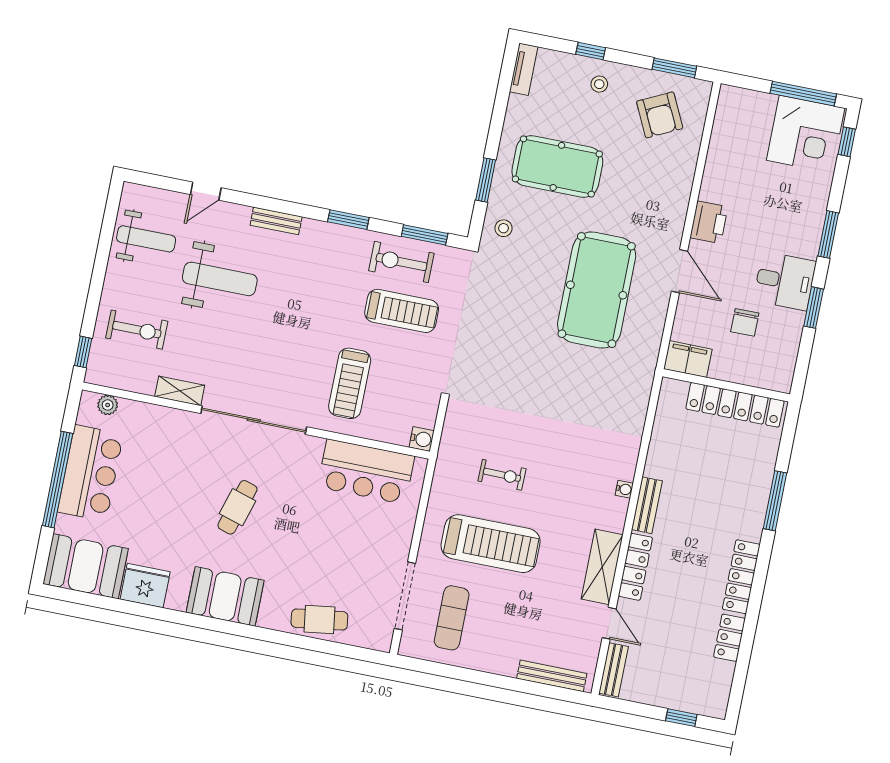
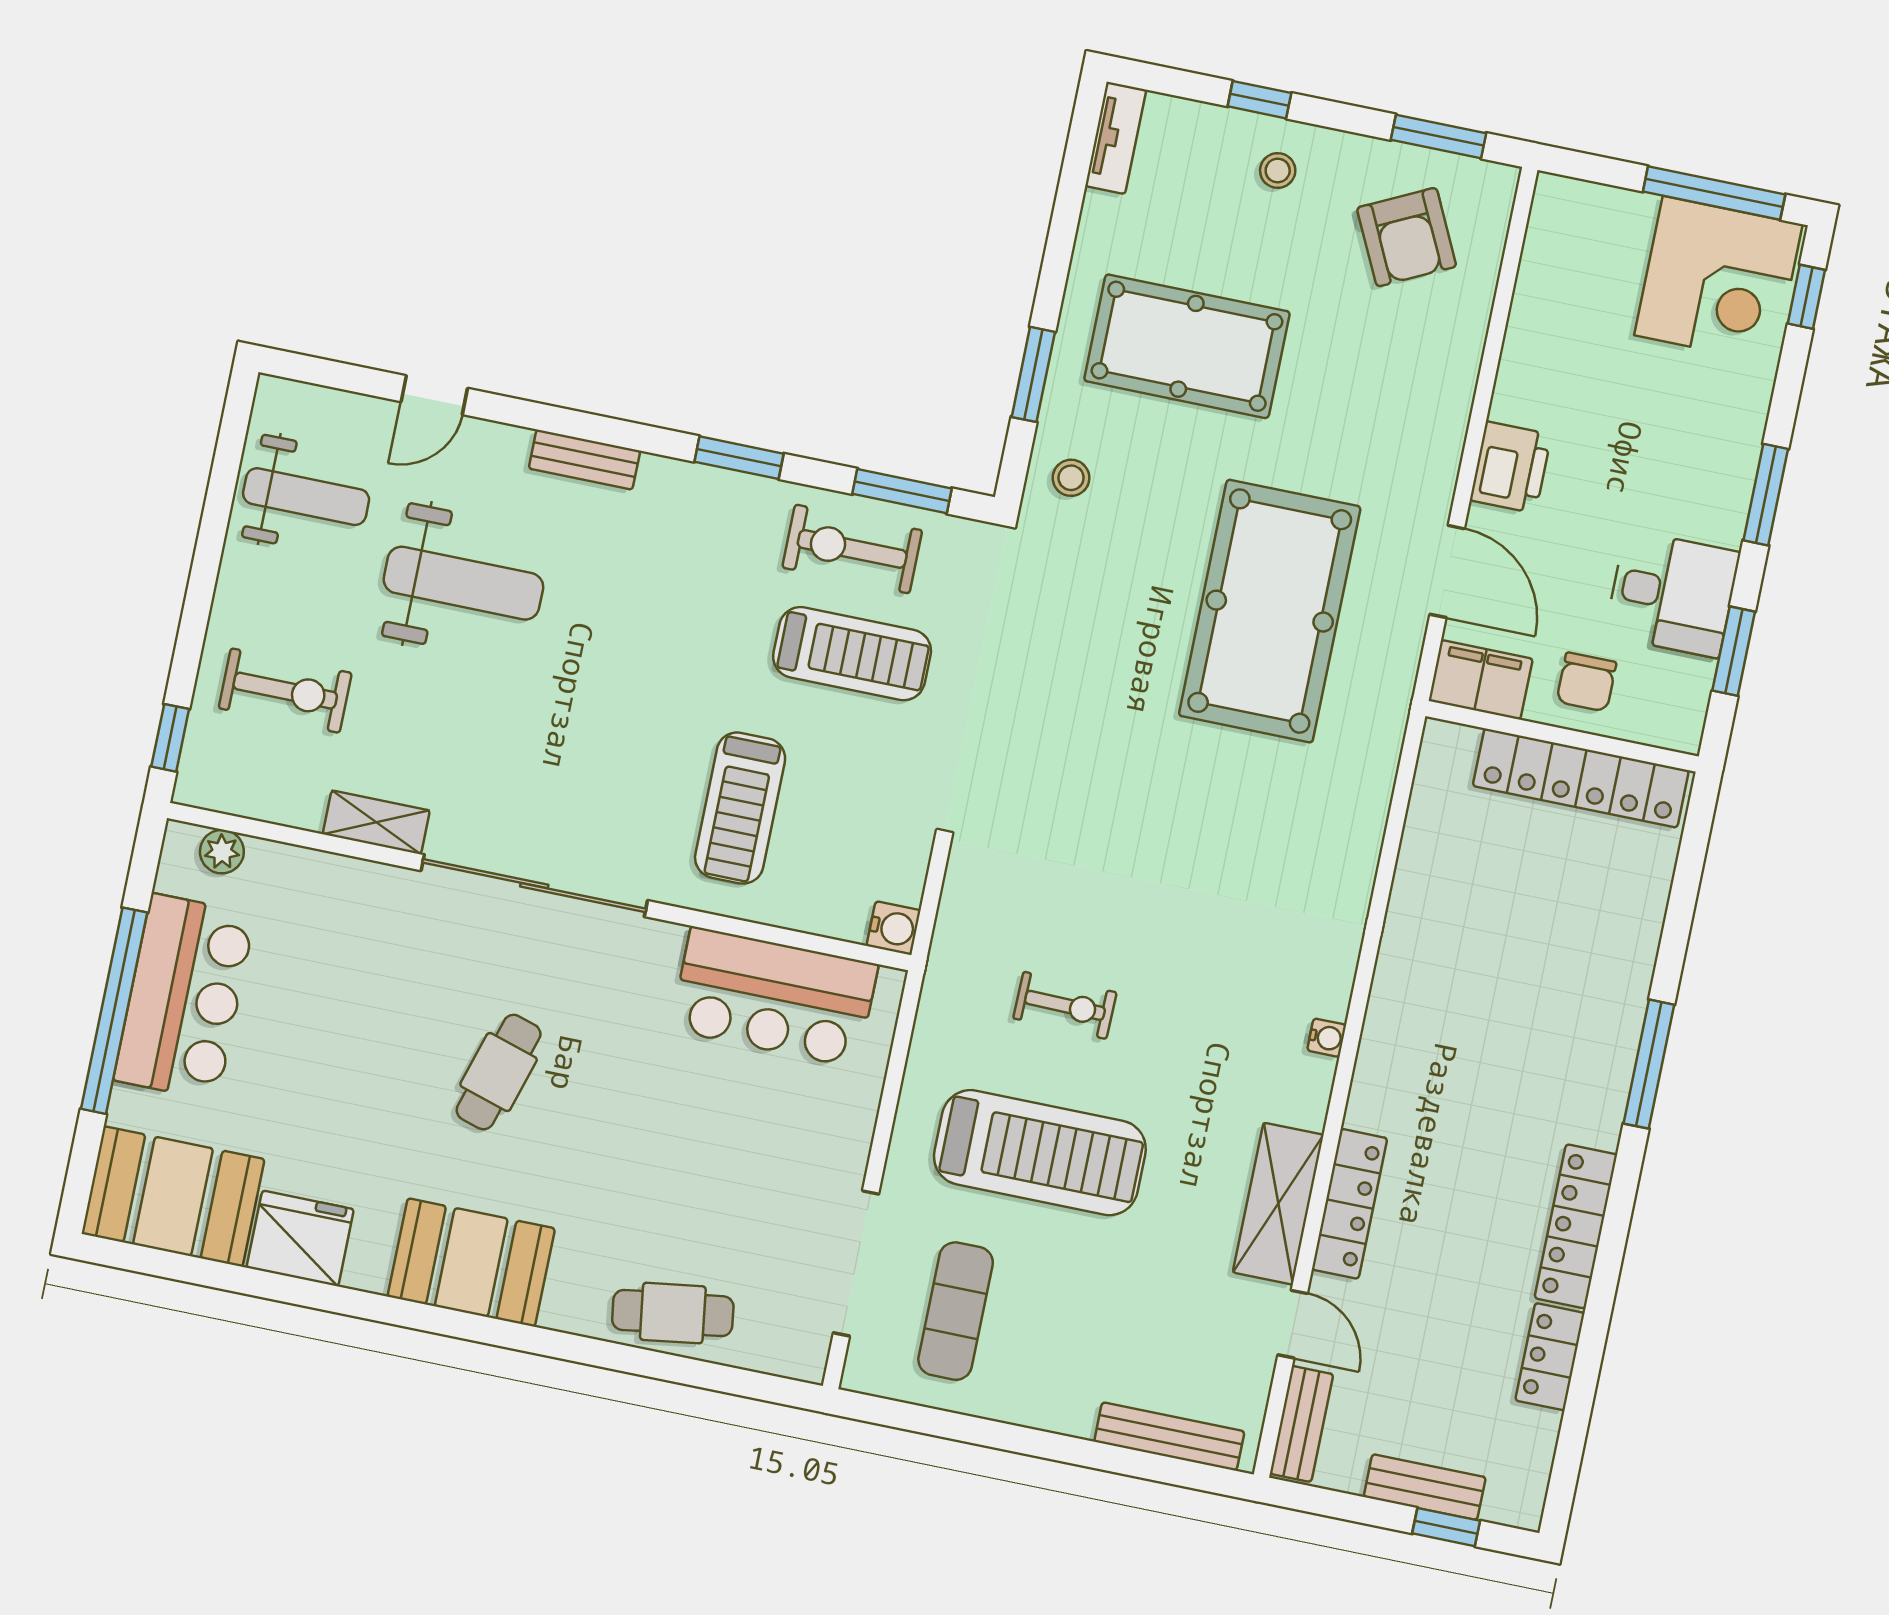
filing cabinet: (688, 359) -> (1481, 680), moved
wall: (726, 385) -> (1562, 736), moved
locker: (735, 405) -> (1581, 778), moved
bench: (647, 505) -> (1425, 1487), moved, turned 90

